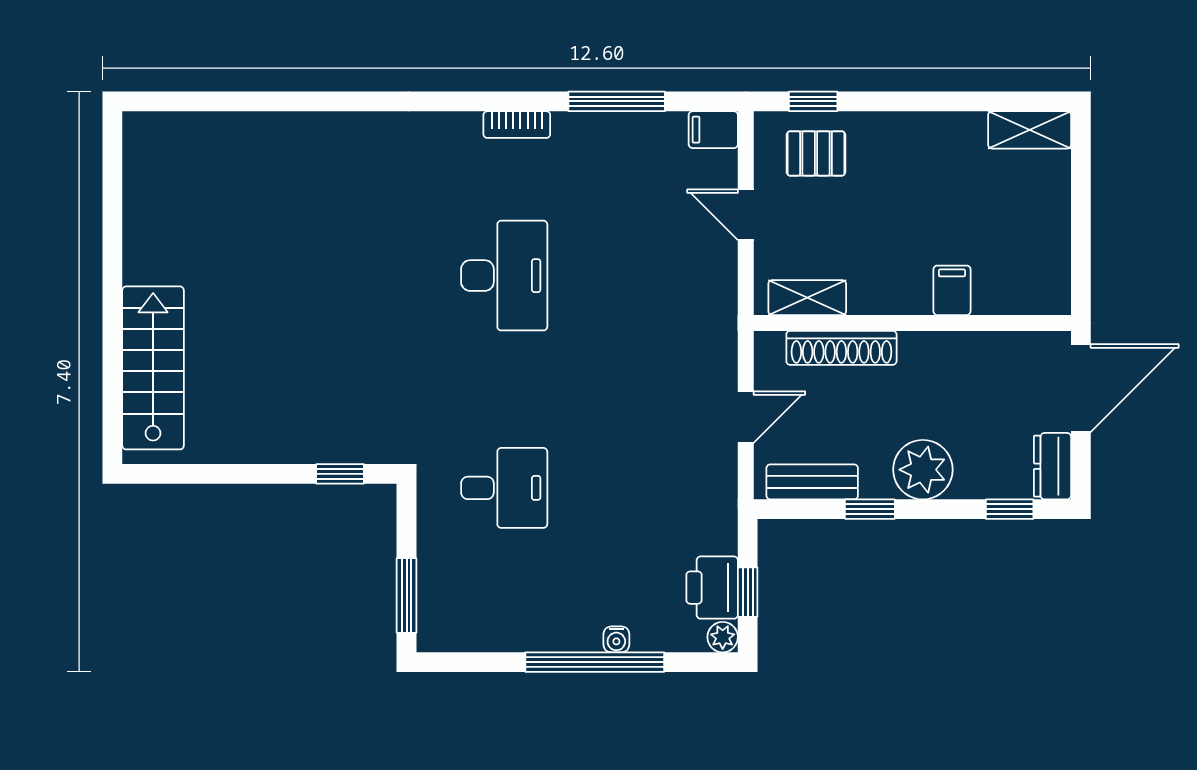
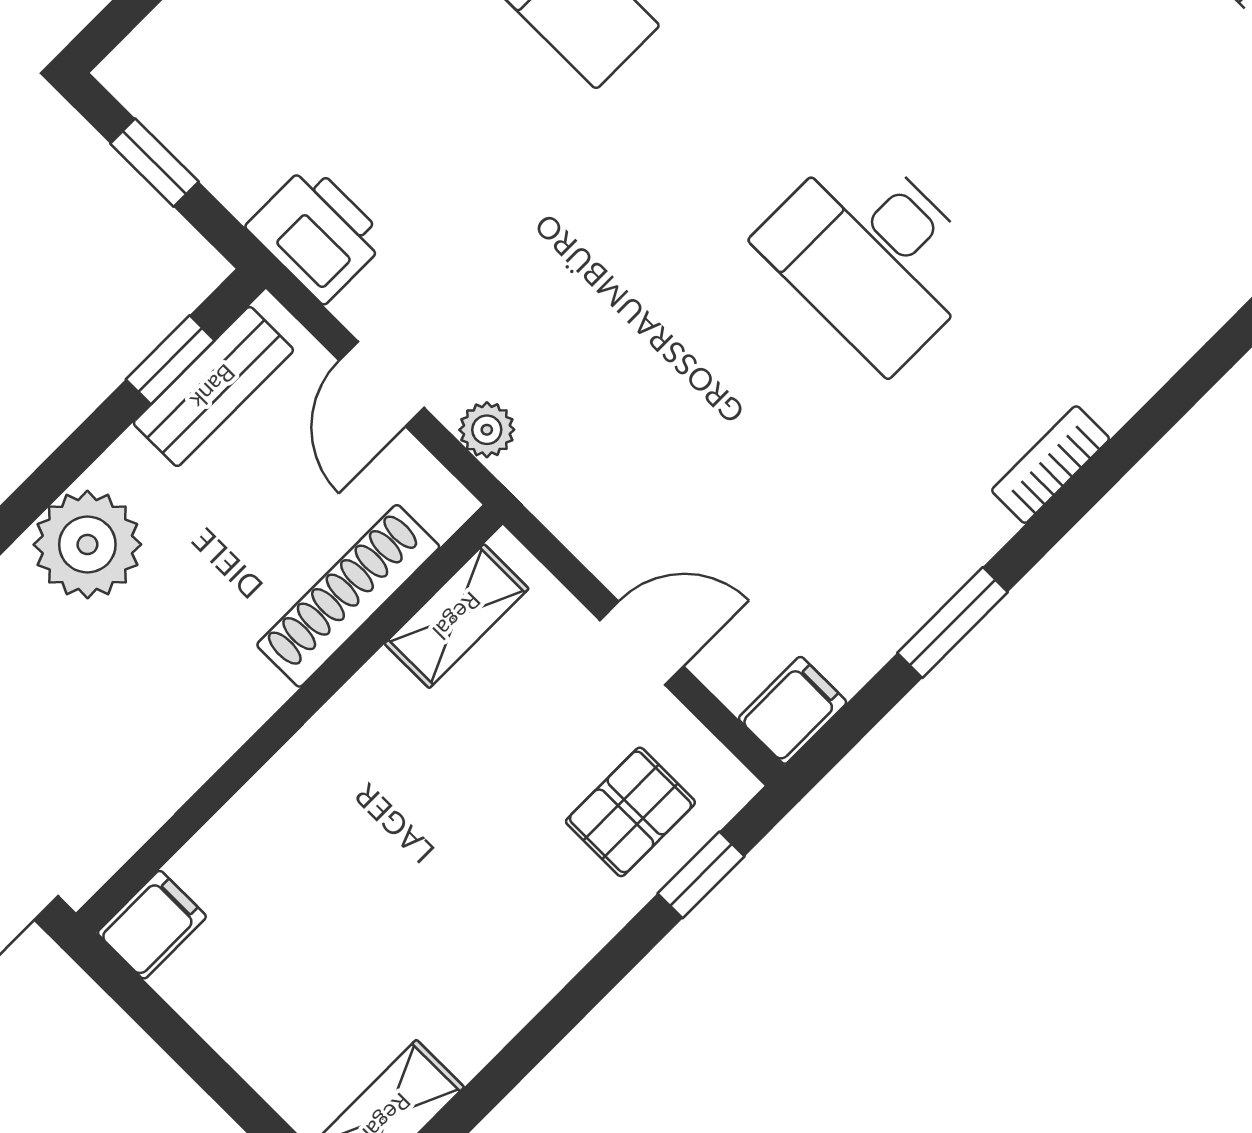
window: (617, 101) -> (953, 623), width x0.69
filing cabinet: (952, 290) -> (152, 925), moved, turned -90
window: (870, 509) -> (170, 360), moved
printer: (712, 588) -> (317, 233), moved
plant: (723, 637) -> (487, 430), moved

